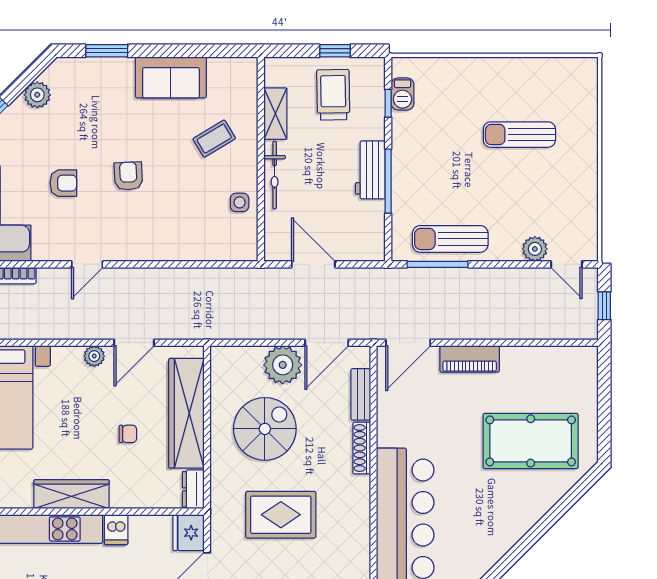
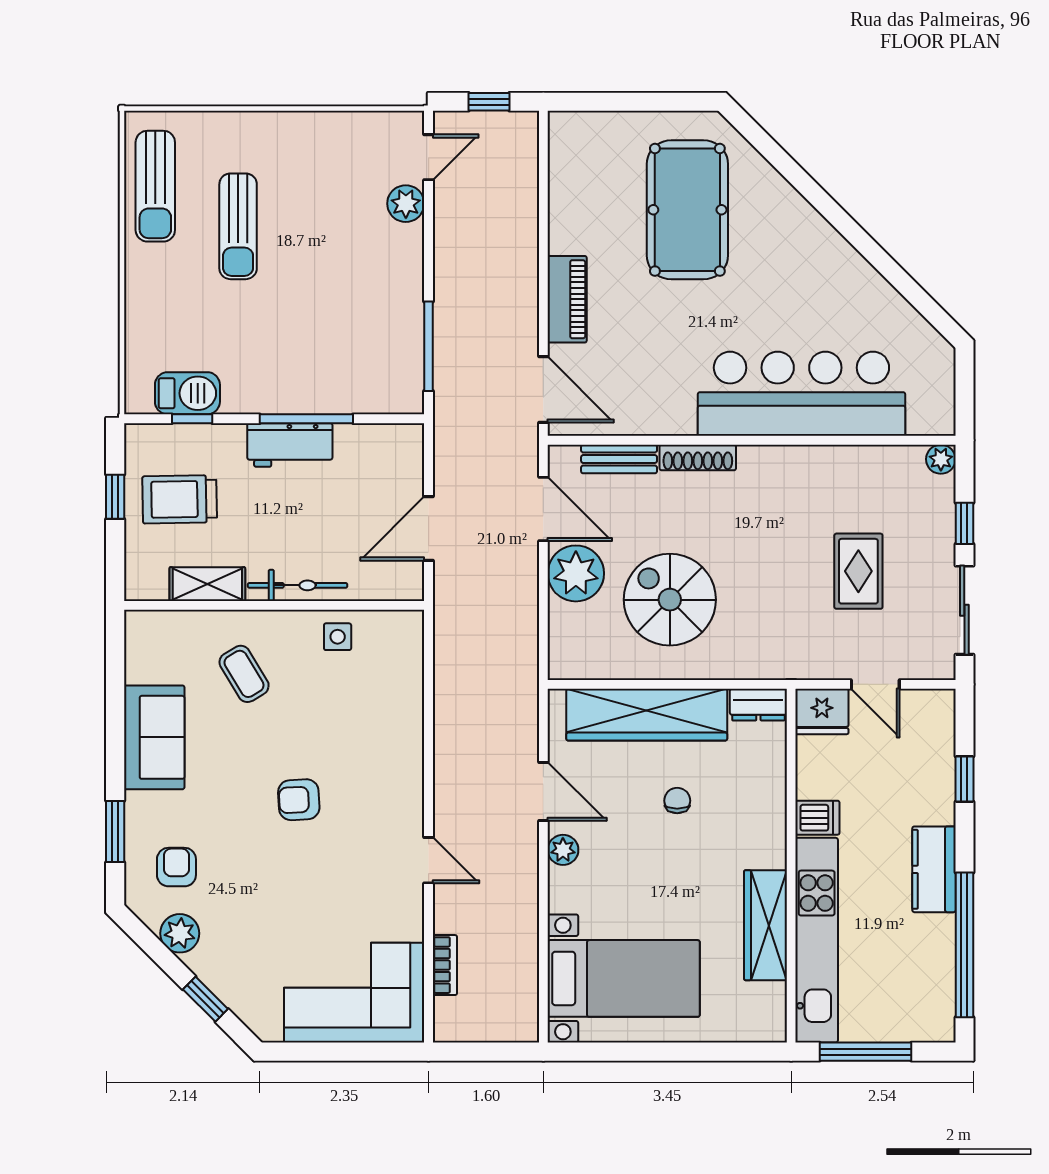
barbecue: (403, 94) -> (187, 393), width x1.38, depth x1.27
armchair: (63, 183) -> (176, 867), moved
sun lounger: (450, 239) -> (155, 186), moved
wardrobe: (71, 494) -> (765, 925), moved
rug: (281, 515) -> (858, 571), moved, width x0.73, depth x0.70

